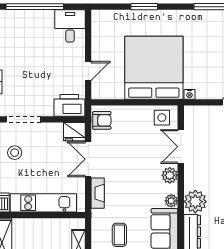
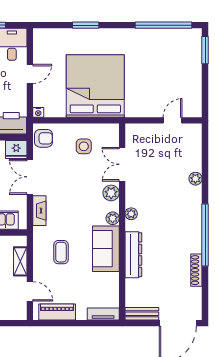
door: (88, 71) -> (30, 74), moved
nightstand: (189, 94) -> (38, 112), moved
side table: (162, 118) -> (84, 146), moved
plant: (195, 202) -> (131, 214), width x0.53, depth x0.53

